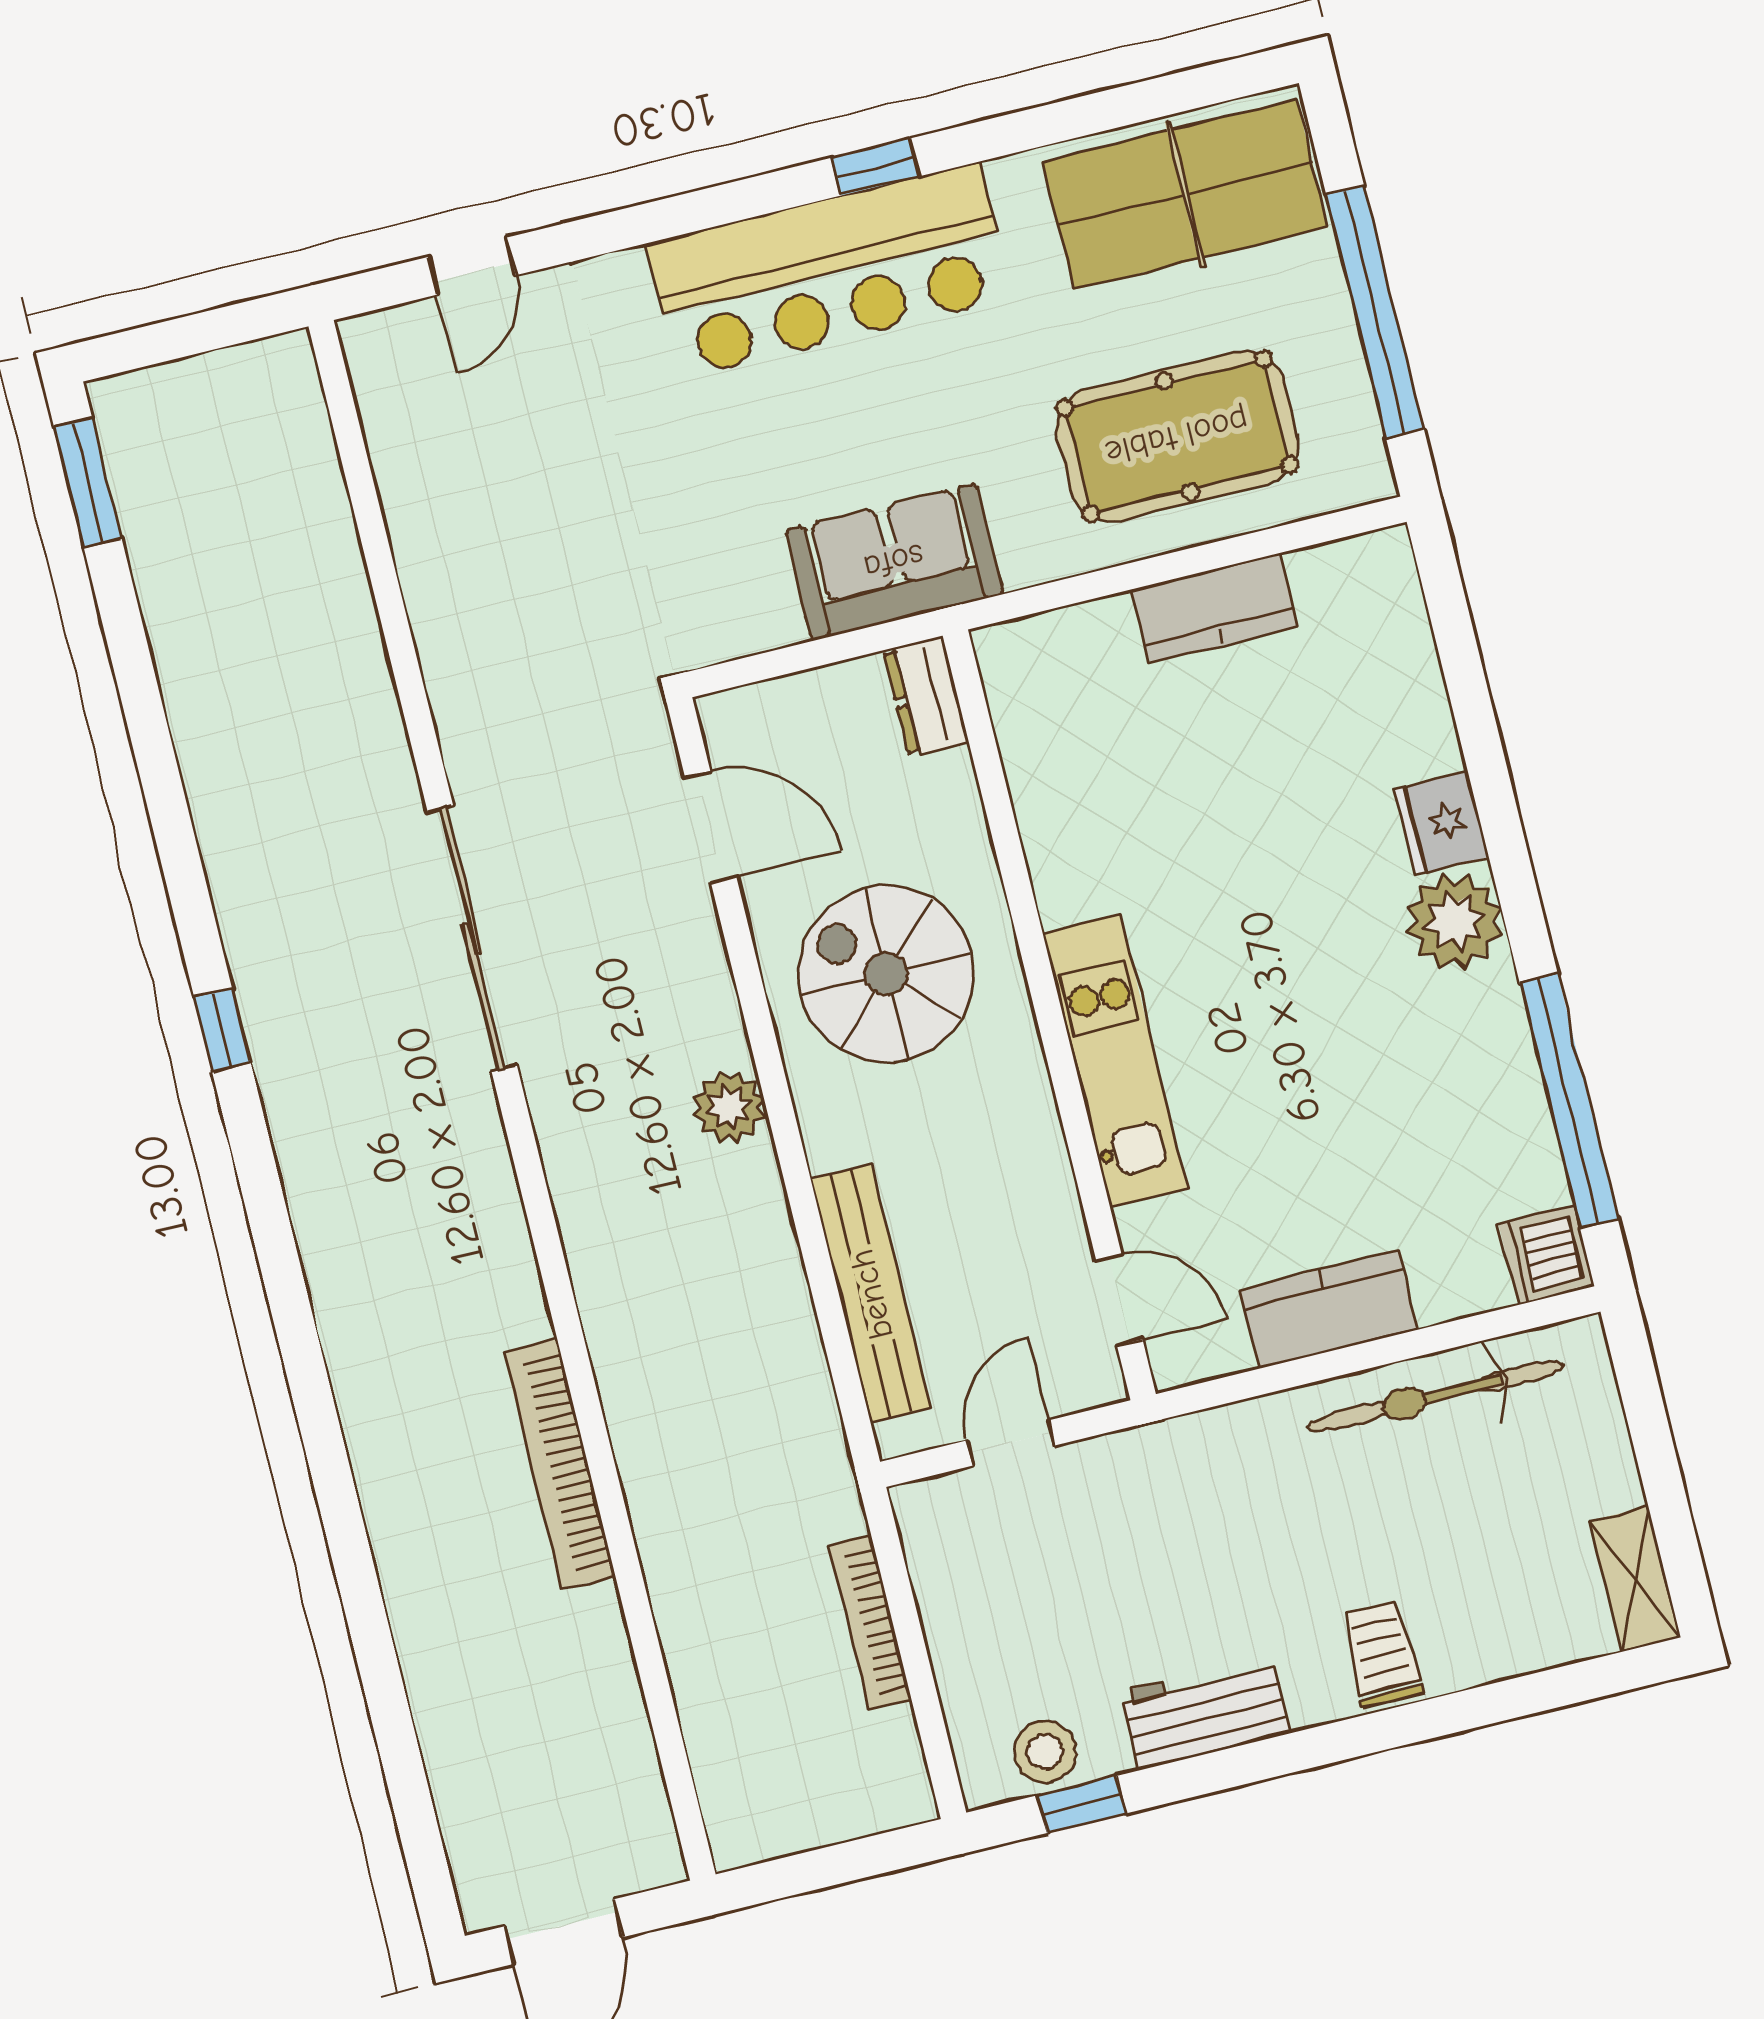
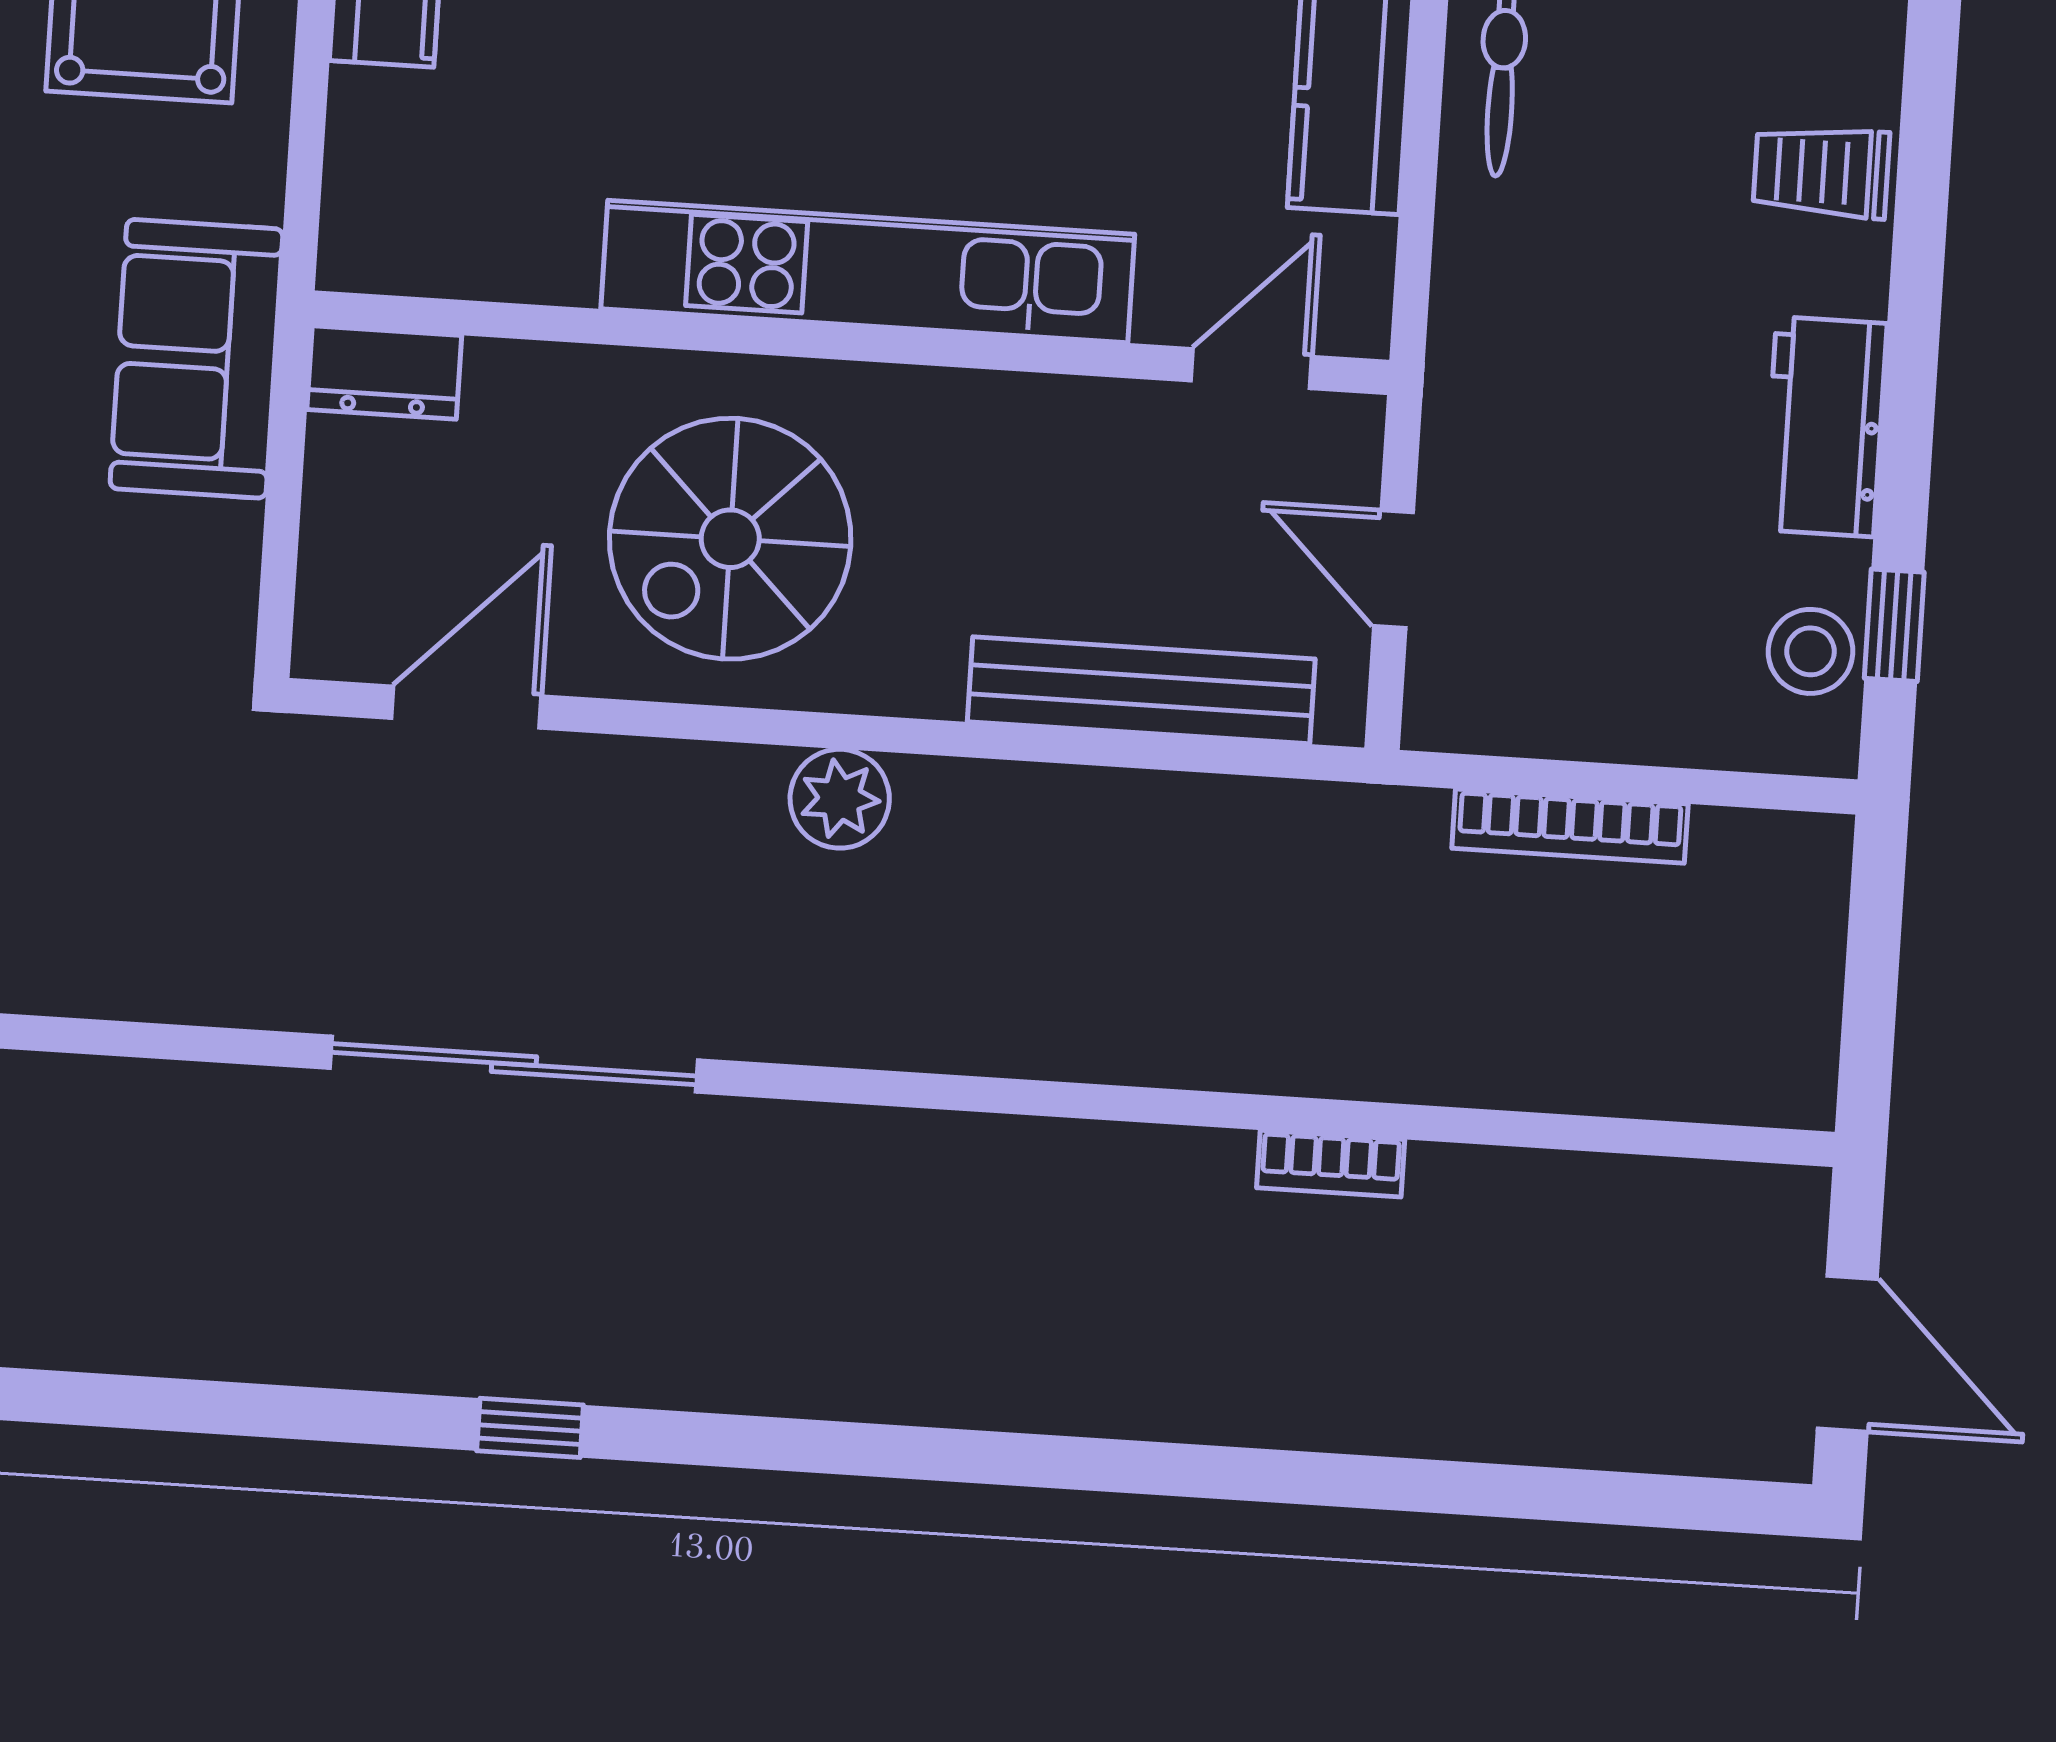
kitchen unit: (1115, 1061) -> (868, 271), width x1.36
bookcase: (559, 1464) -> (1331, 1164), width x0.43, depth x0.76

